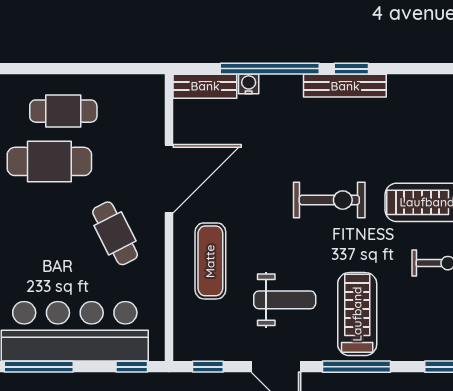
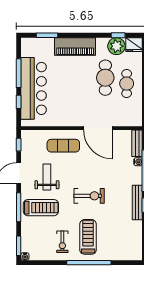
exercise bike: (329, 200) -> (89, 196), turned -90
cafe table: (115, 233) -> (75, 105), removed
weight bench: (285, 300) -> (47, 177), turned 180
window: (132, 367) -> (19, 102), moved

